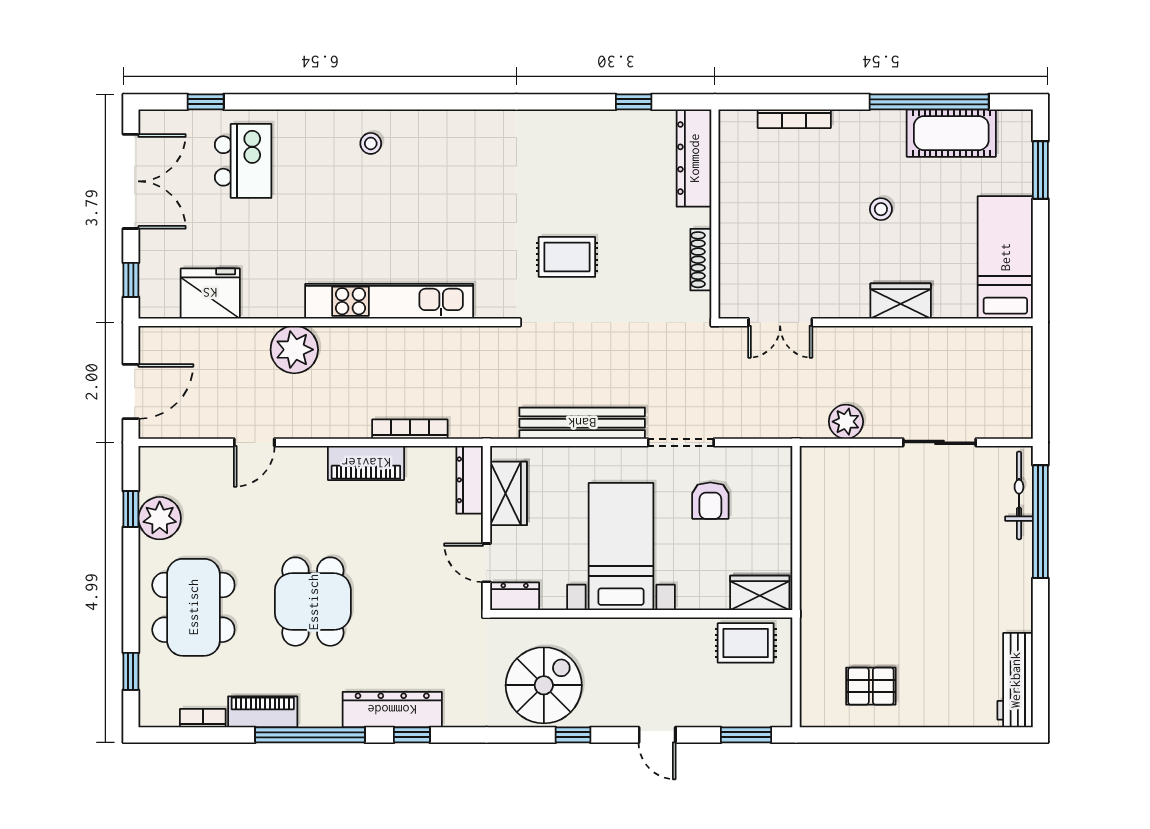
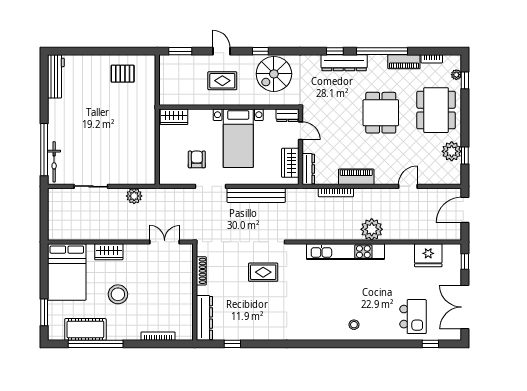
kitchen island: (243, 161) -> (413, 317), turned 180
stool: (881, 209) -> (118, 294), width x1.89, depth x1.89
bed: (1005, 257) -> (67, 272), width x1.50
plant: (294, 350) -> (372, 229), moved
rug: (746, 643) -> (222, 81), moved
plant: (150, 684) -> (456, 75), added

